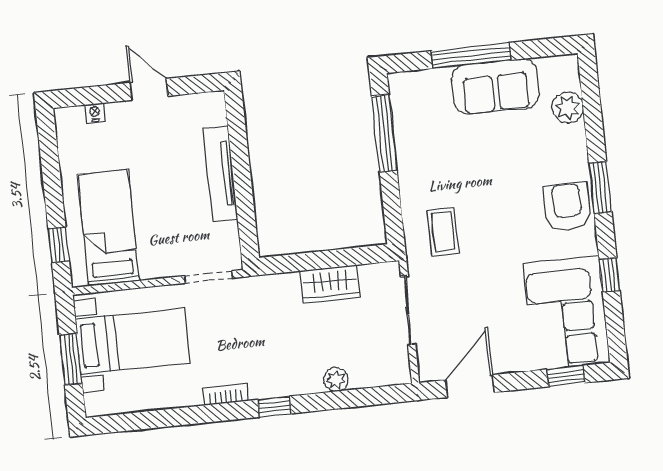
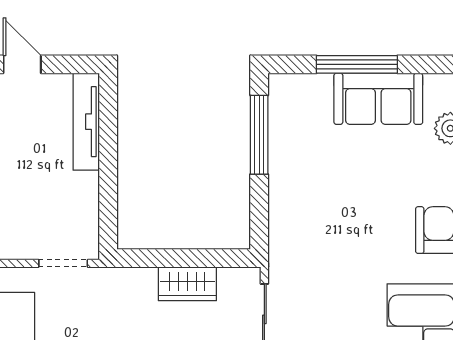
tv unit: (220, 174) -> (86, 122), moved
coffee table: (443, 232) -> (309, 242), removed

